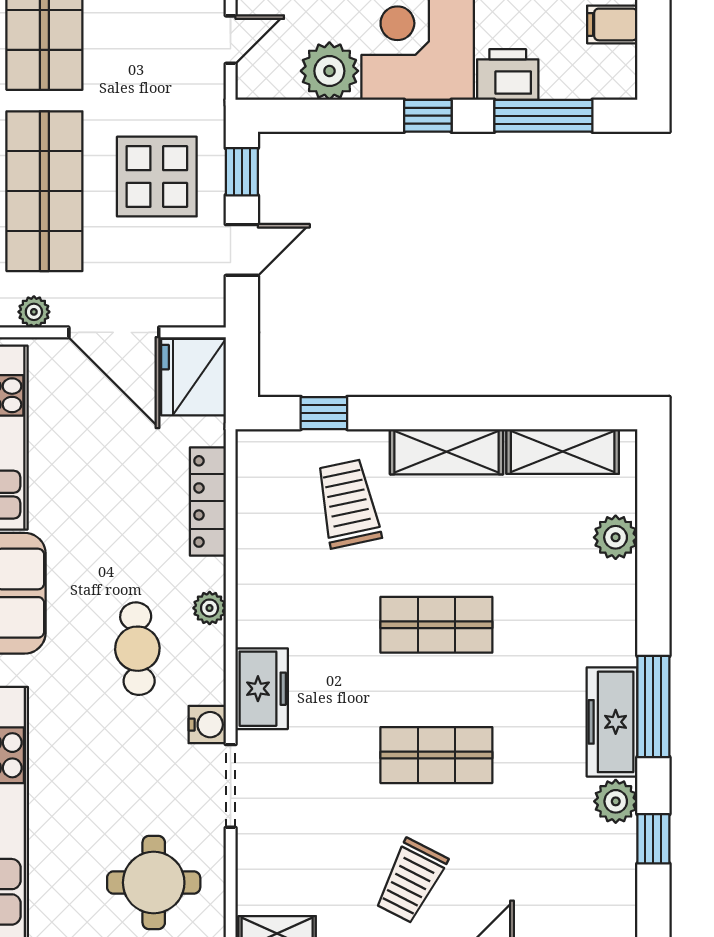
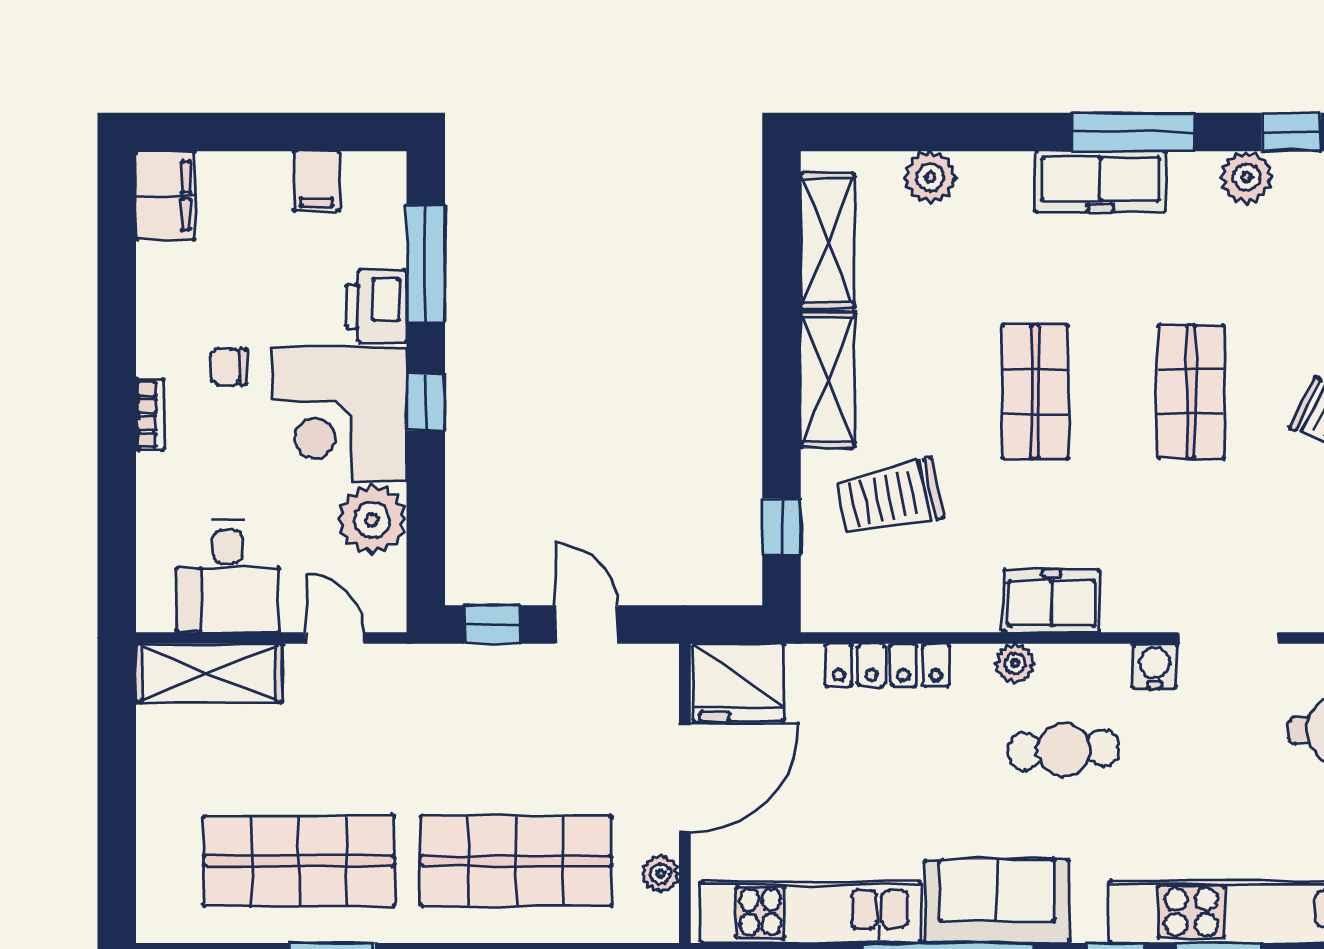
display table: (157, 177) -> (498, 726), removed
freezer: (262, 689) -> (1051, 601), moved
freezer: (612, 722) -> (1101, 181), moved

